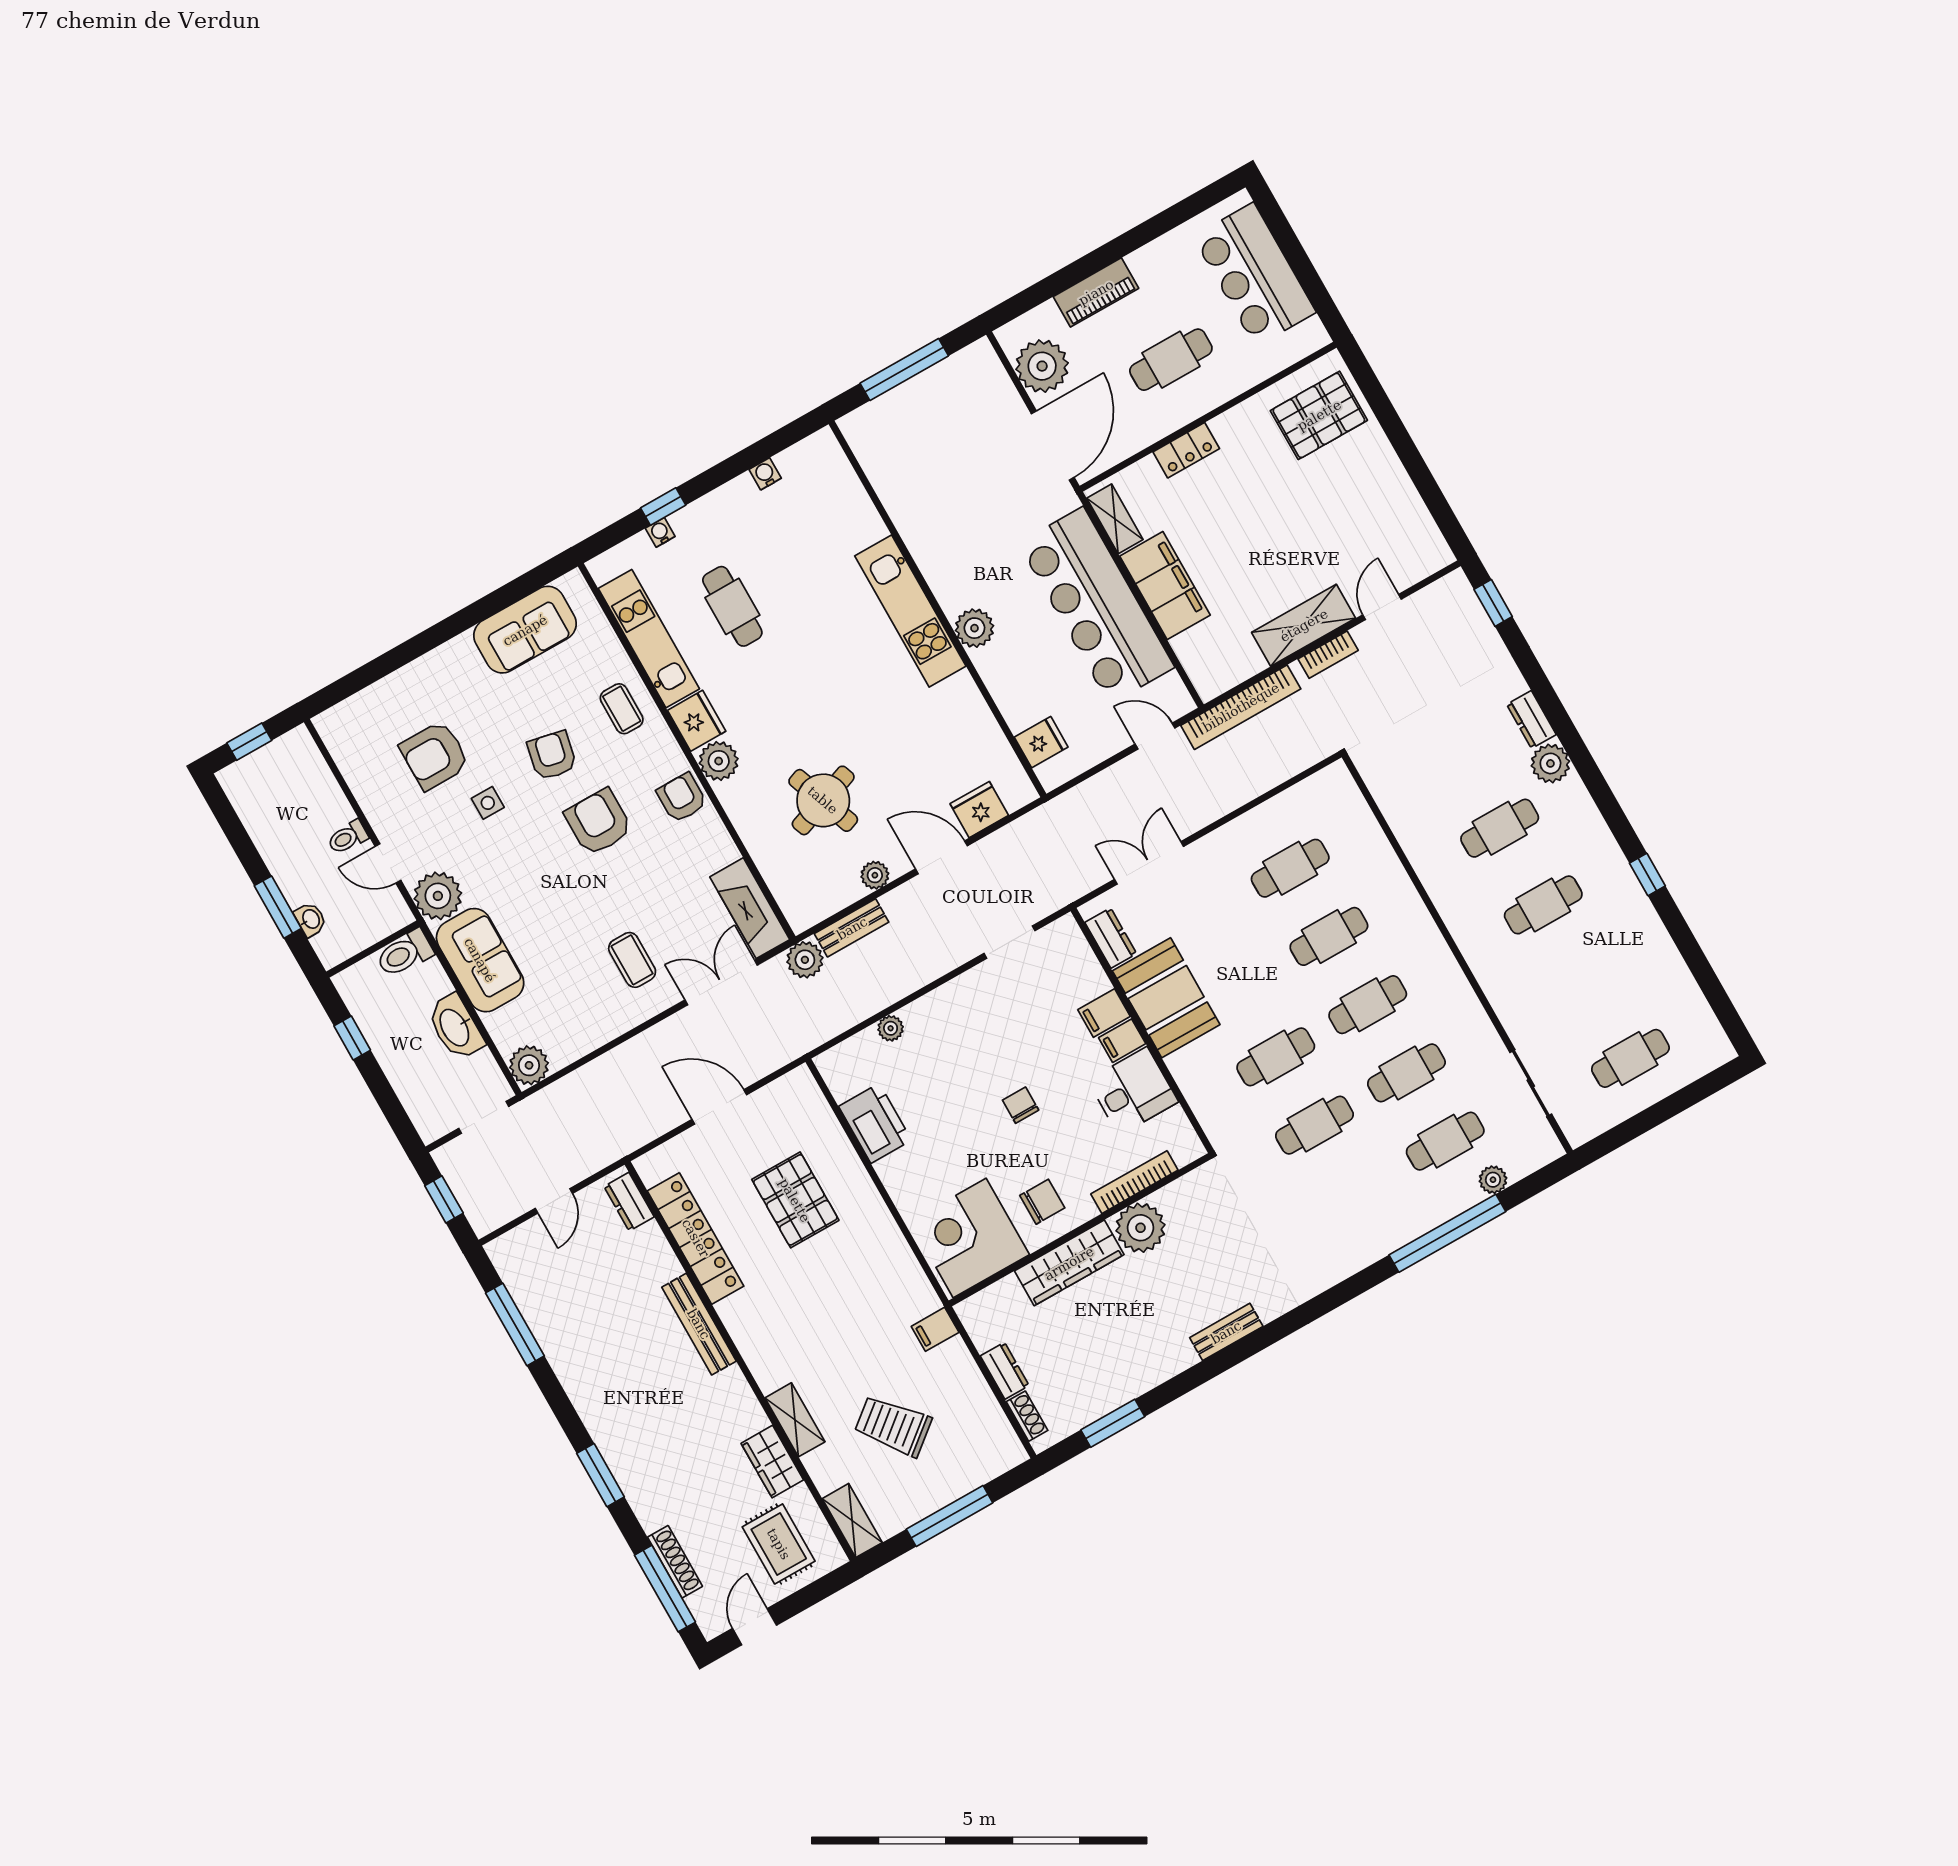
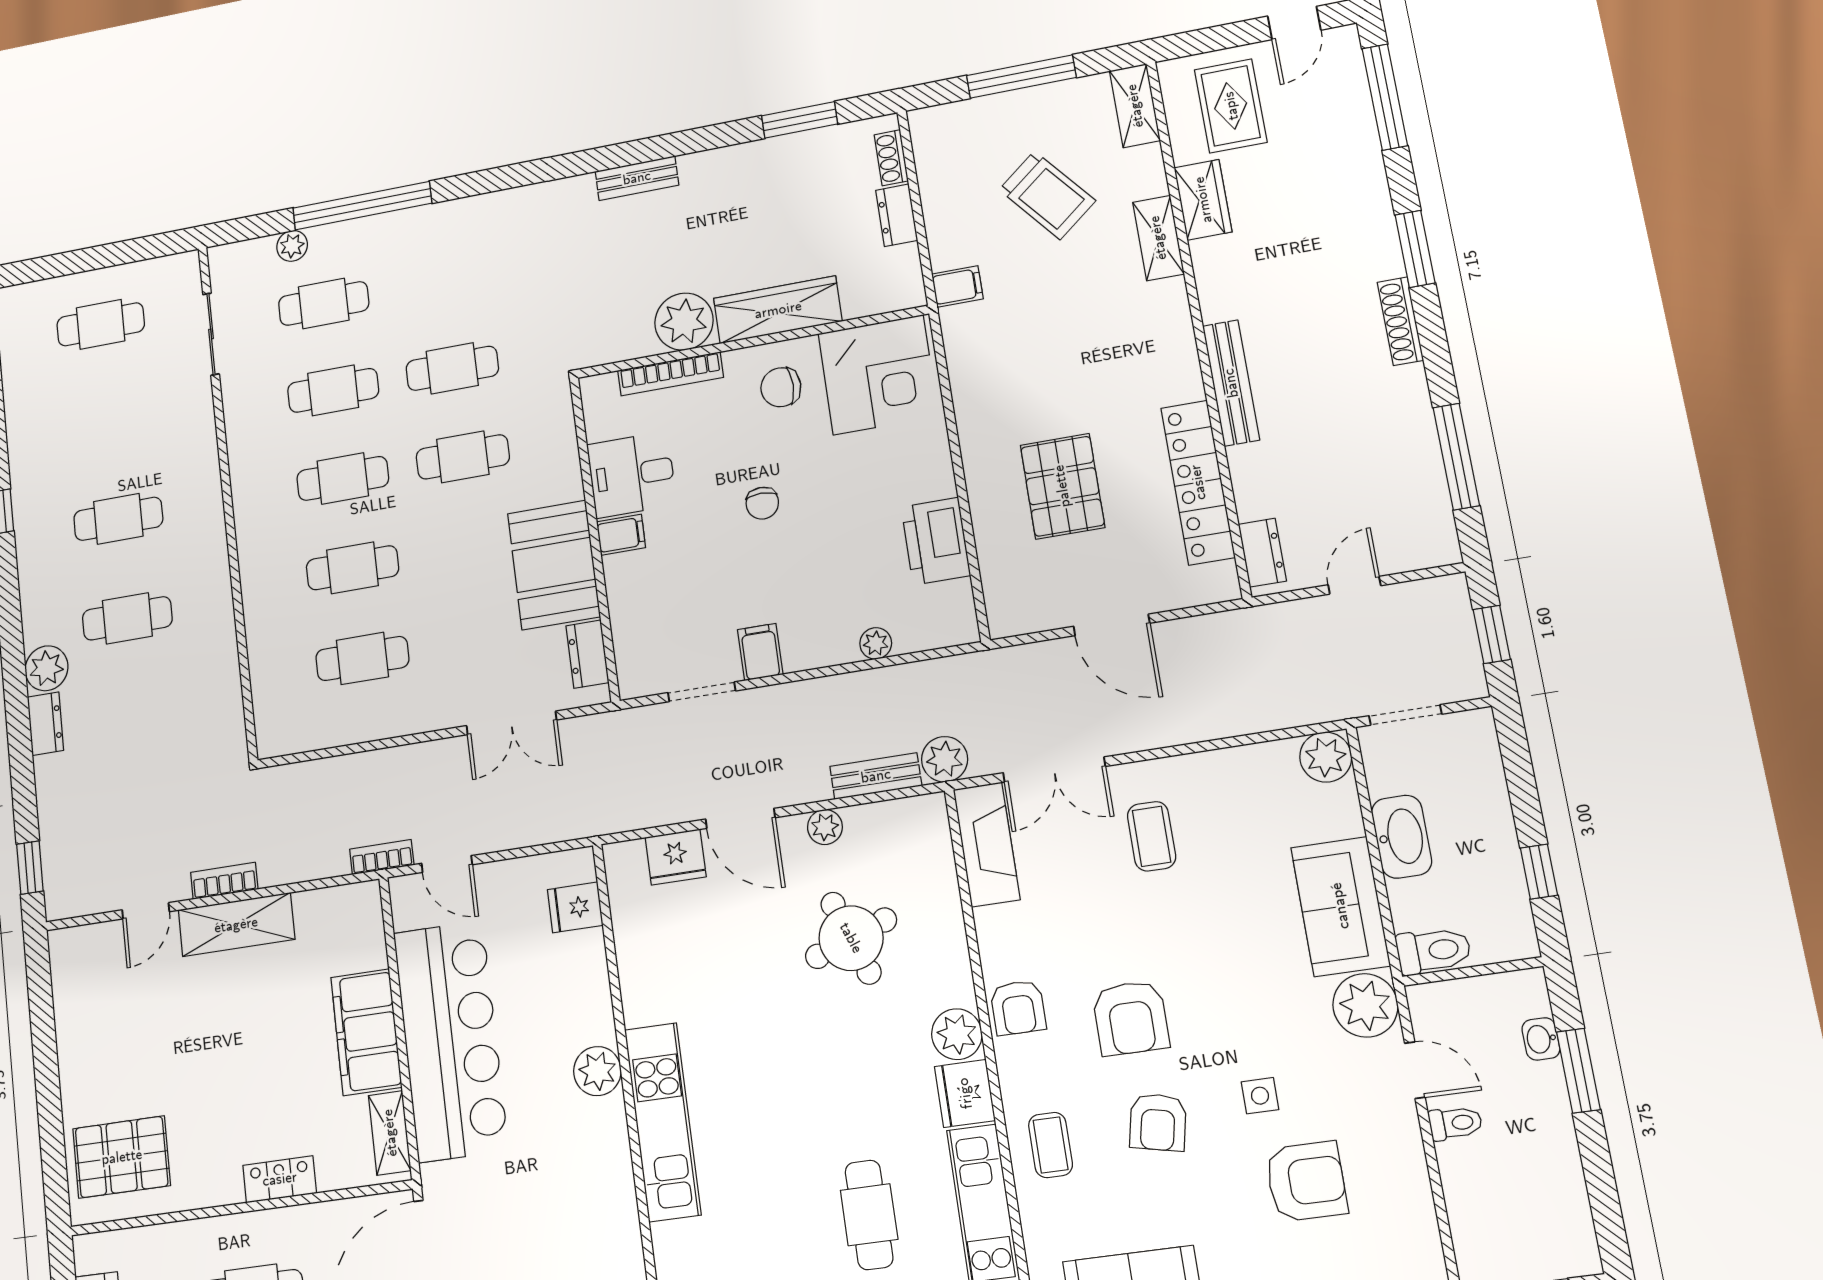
bookcase: (1241, 707) -> (382, 857), width x0.43, depth x0.76
filing cabinet: (1104, 1013) -> (760, 652), moved, turned -90
shoe rack: (675, 1562) -> (1400, 321), moved

